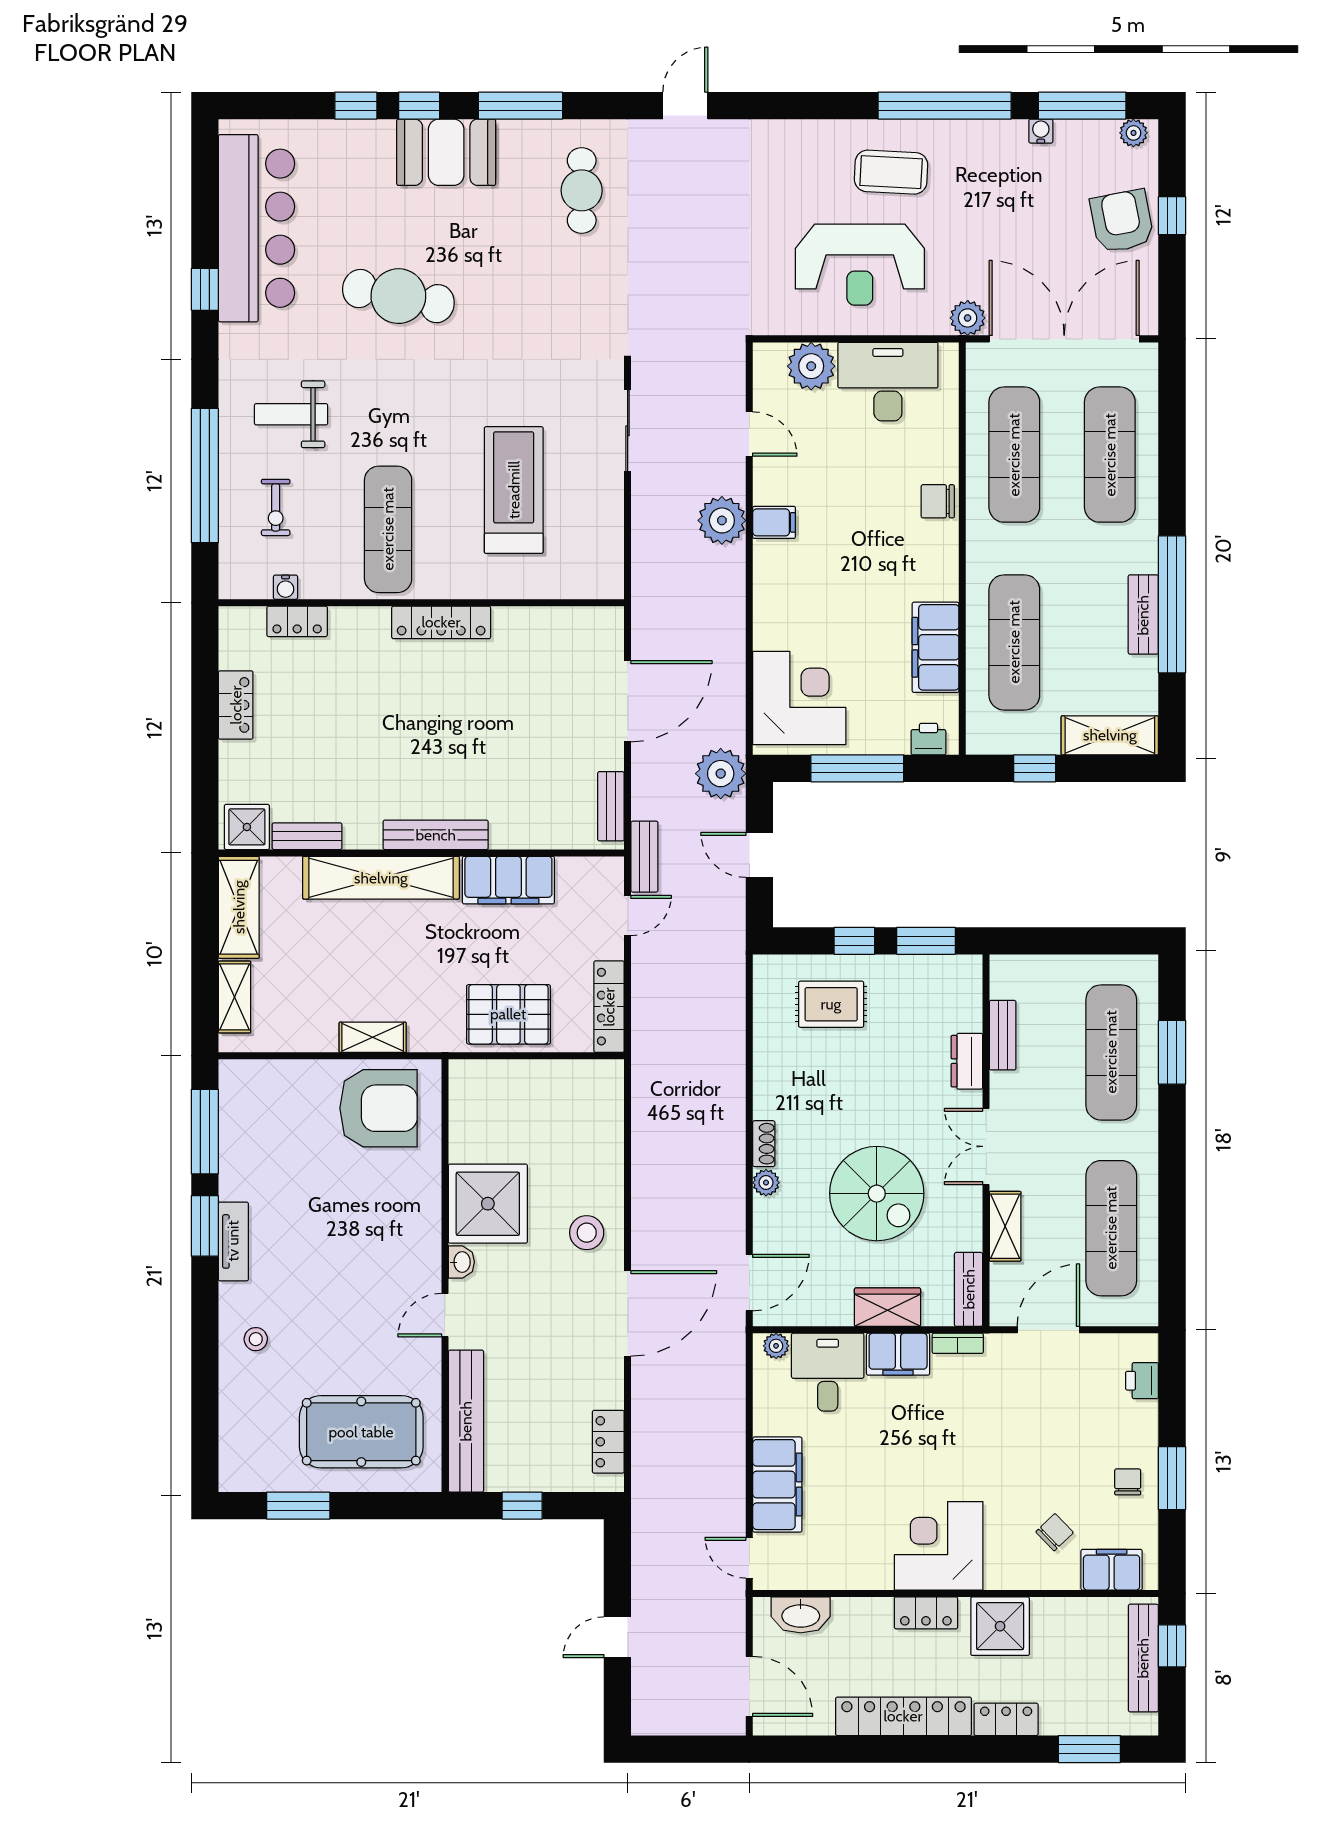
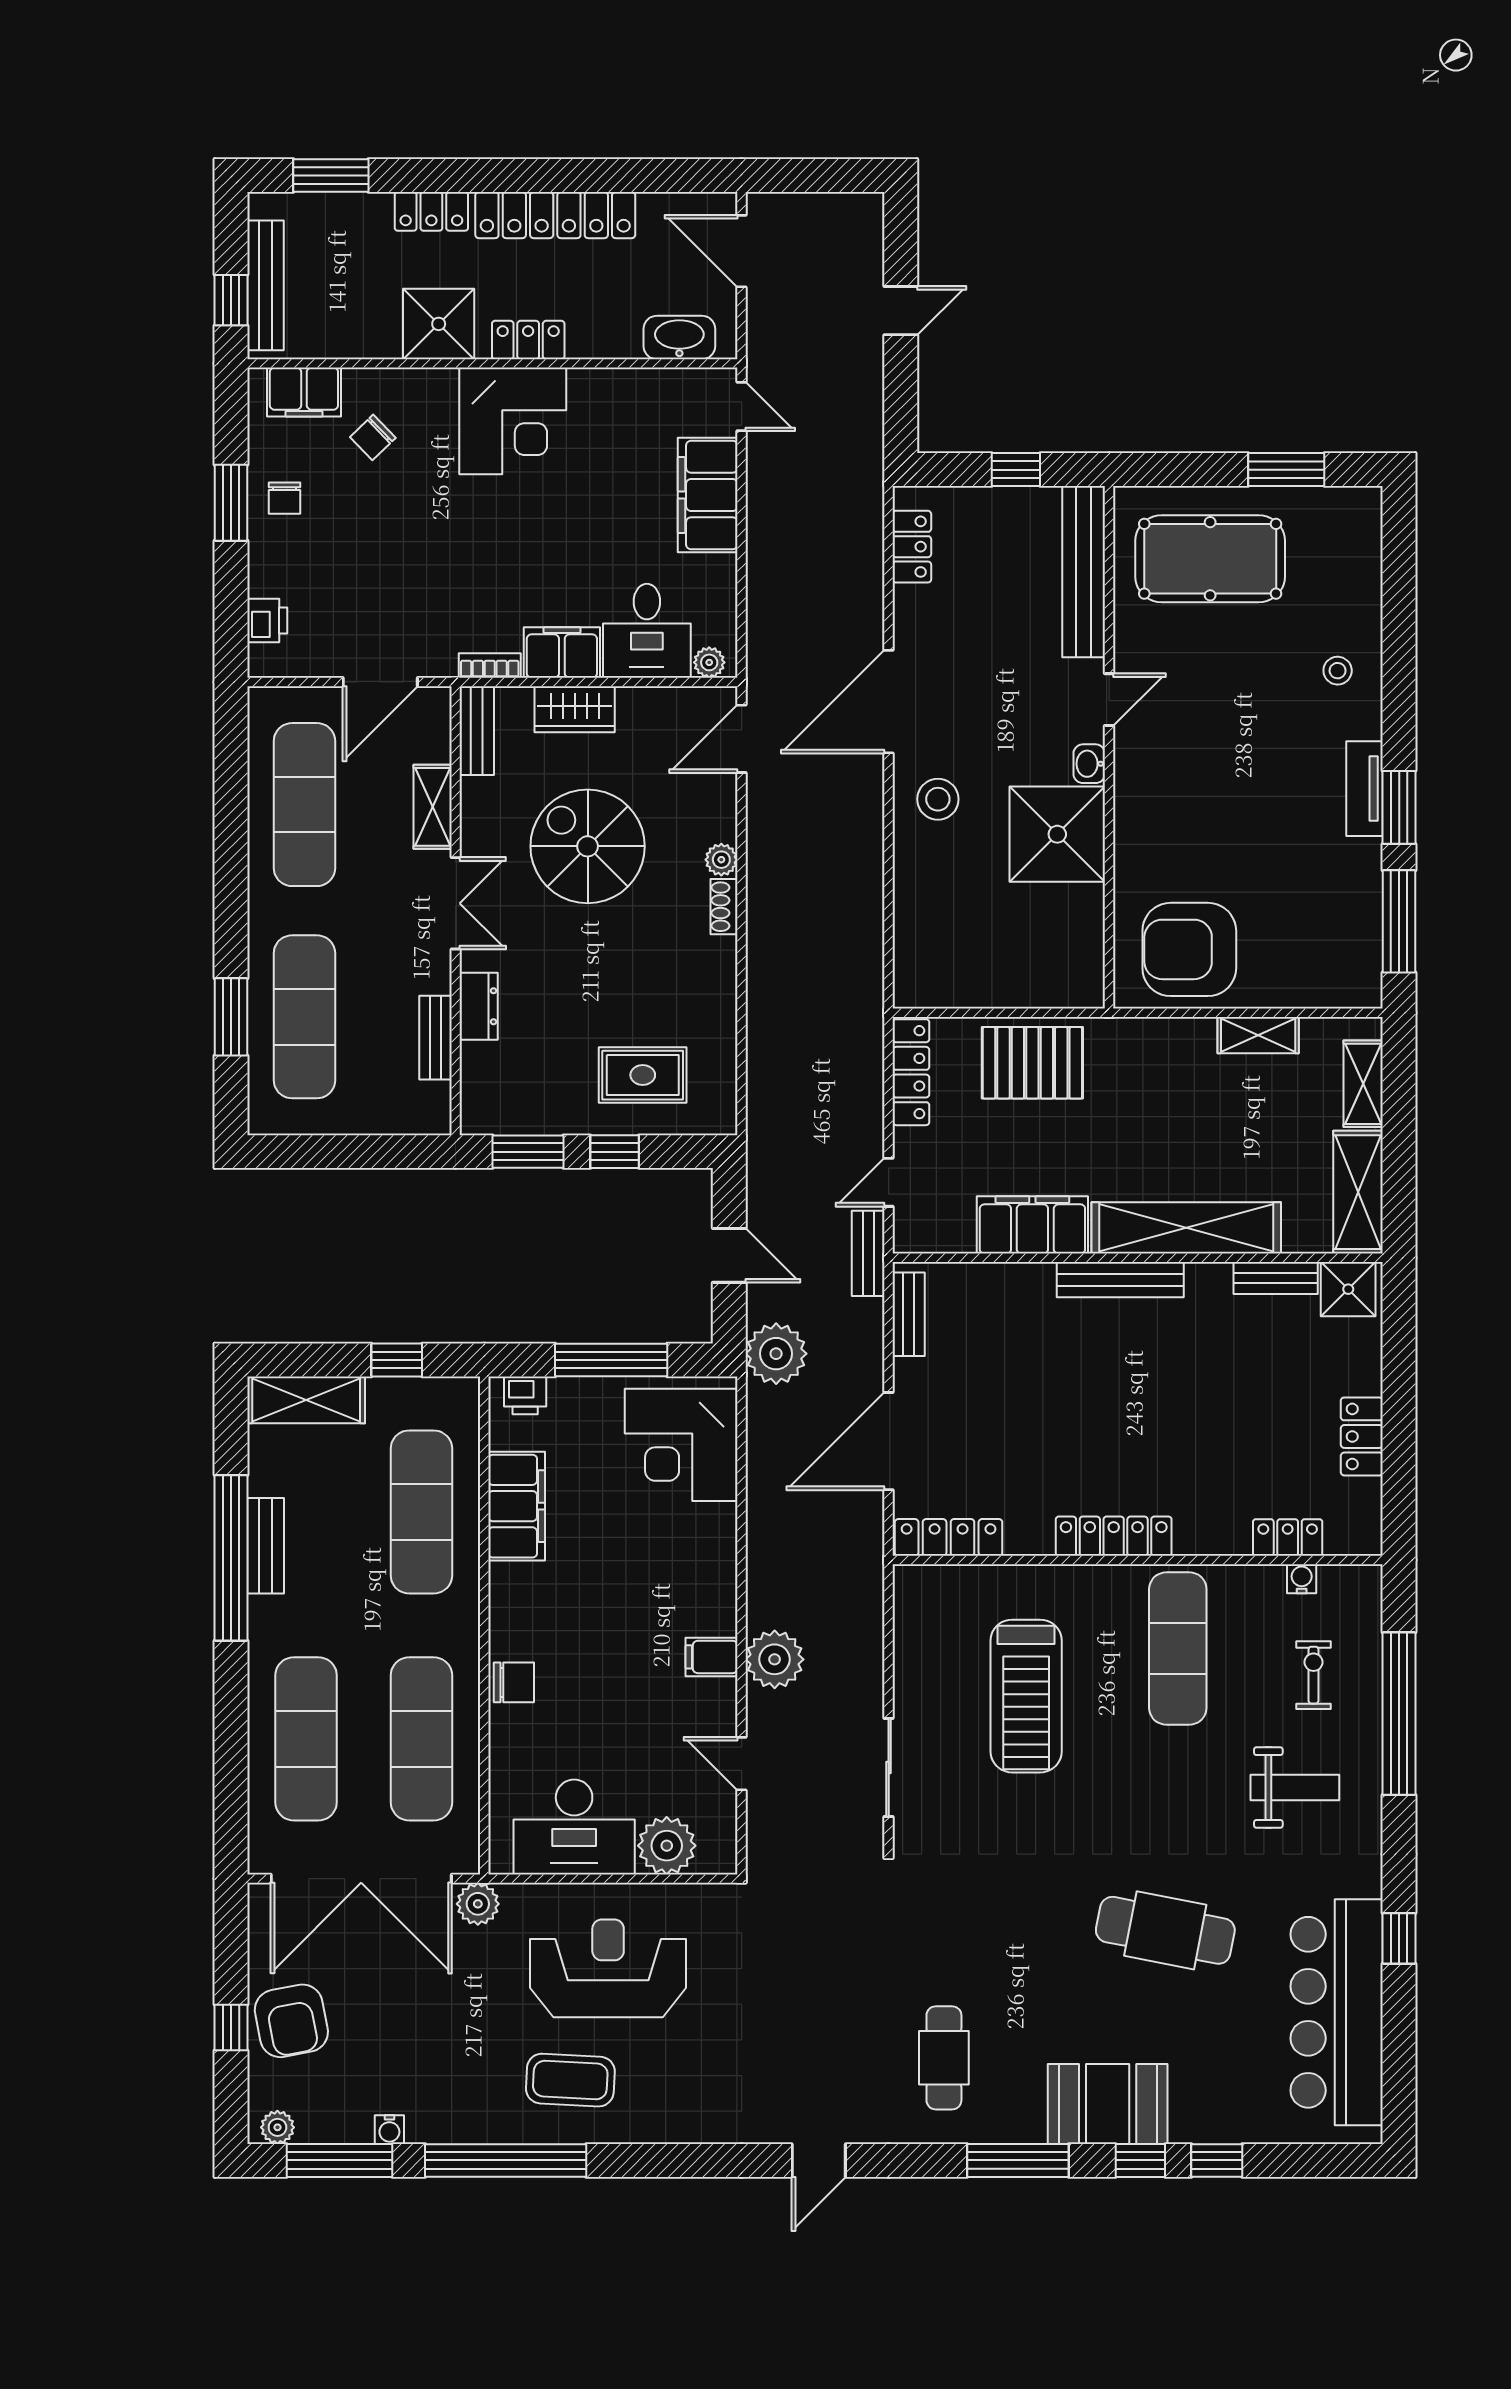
locker: (578, 621) -> (949, 1537), added
shelving: (373, 1037) -> (1258, 1035), moved

